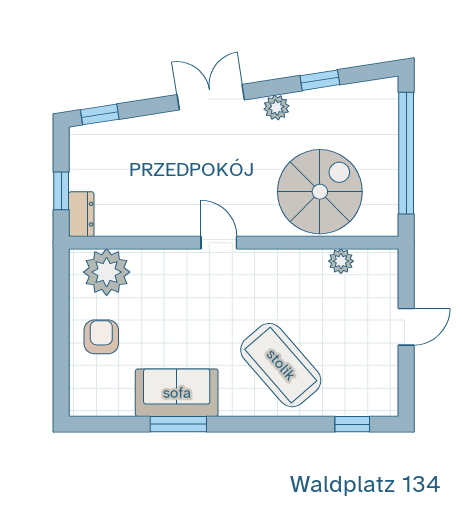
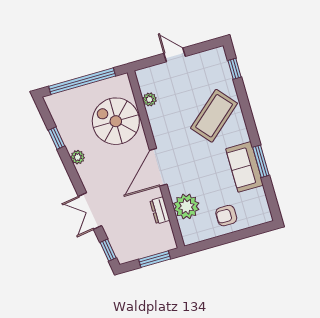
double door: (211, 97) -> (90, 211), moved
window: (61, 191) -> (155, 259), width x1.50
dresser: (81, 214) -> (160, 210), moved, turned -90
door: (219, 243) -> (158, 167), width x1.88
plant: (107, 272) -> (186, 206), moved

